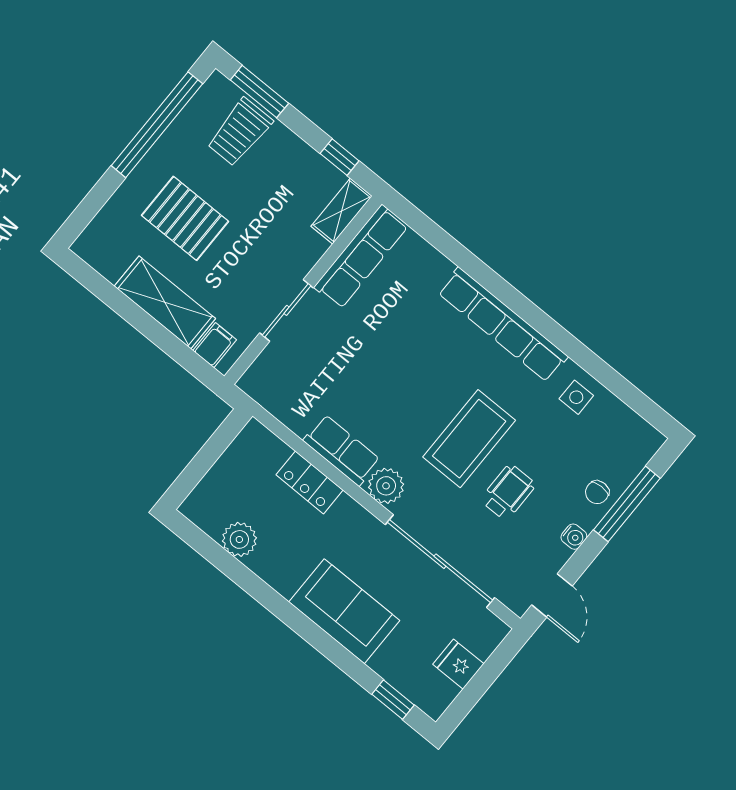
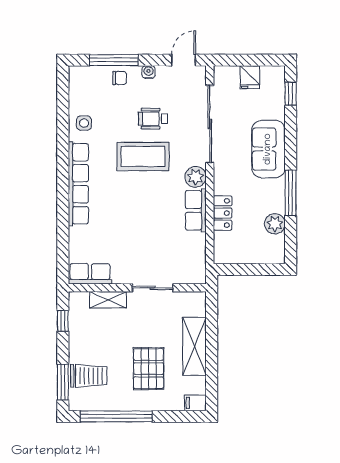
shelving: (342, 211) -> (108, 300), moved
row of seats: (361, 257) -> (90, 274), width x0.68
filing cabinet: (215, 345) -> (195, 403), moved
window: (263, 593) -> (291, 193), added

